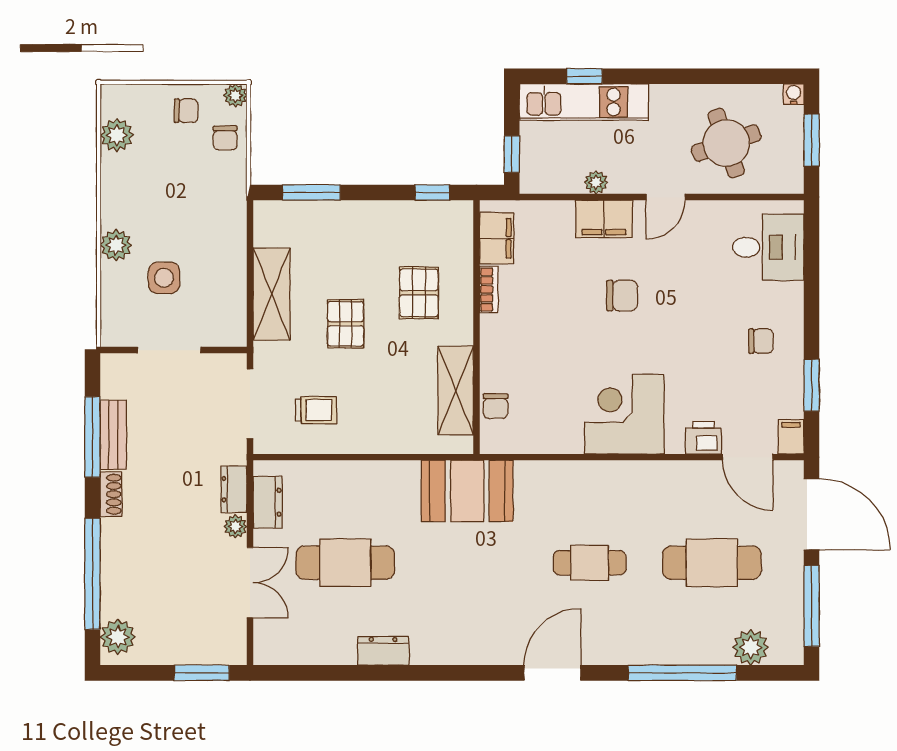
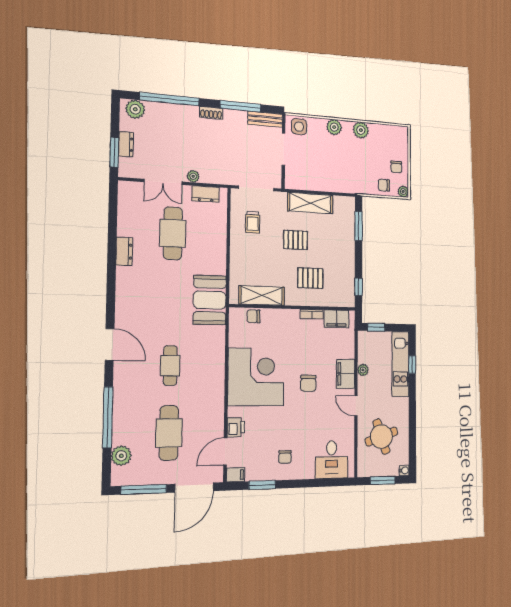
plant: (117, 135) -> (361, 130), moved
side table: (164, 278) -> (299, 127), moved
corner desk: (624, 414) -> (256, 377), width x1.36, depth x1.36
bench: (113, 435) -> (265, 119), moved
dresser: (234, 489) -> (126, 144), moved, turned 90

